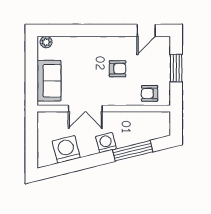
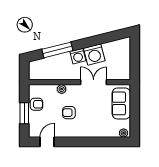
armchair: (150, 93) -> (37, 104), moved
plant: (127, 100) -> (62, 89), added
washing machine: (66, 149) -> (94, 54), moved

